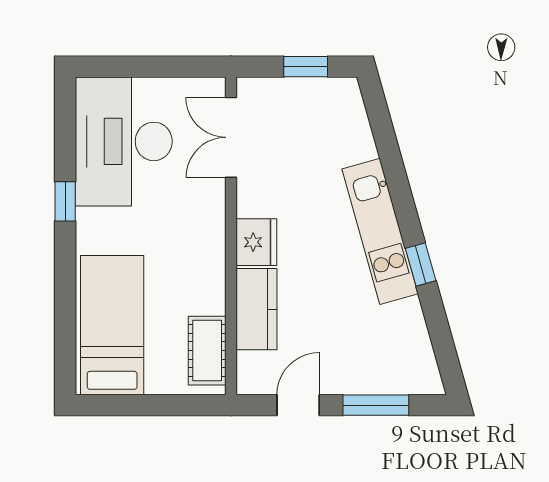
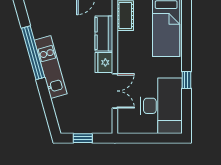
double door: (231, 137) -> (115, 91), moved
window: (421, 264) -> (33, 53), width x3.17

